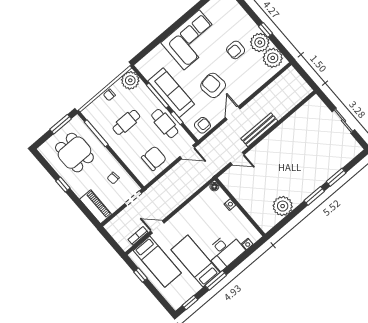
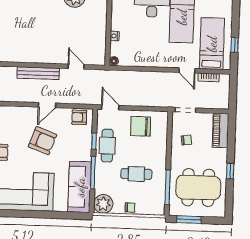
armchair: (213, 85) -> (43, 141), turned -62
sofa: (171, 93) -> (80, 187), moved
dining table: (74, 153) -> (198, 188), width x1.38

